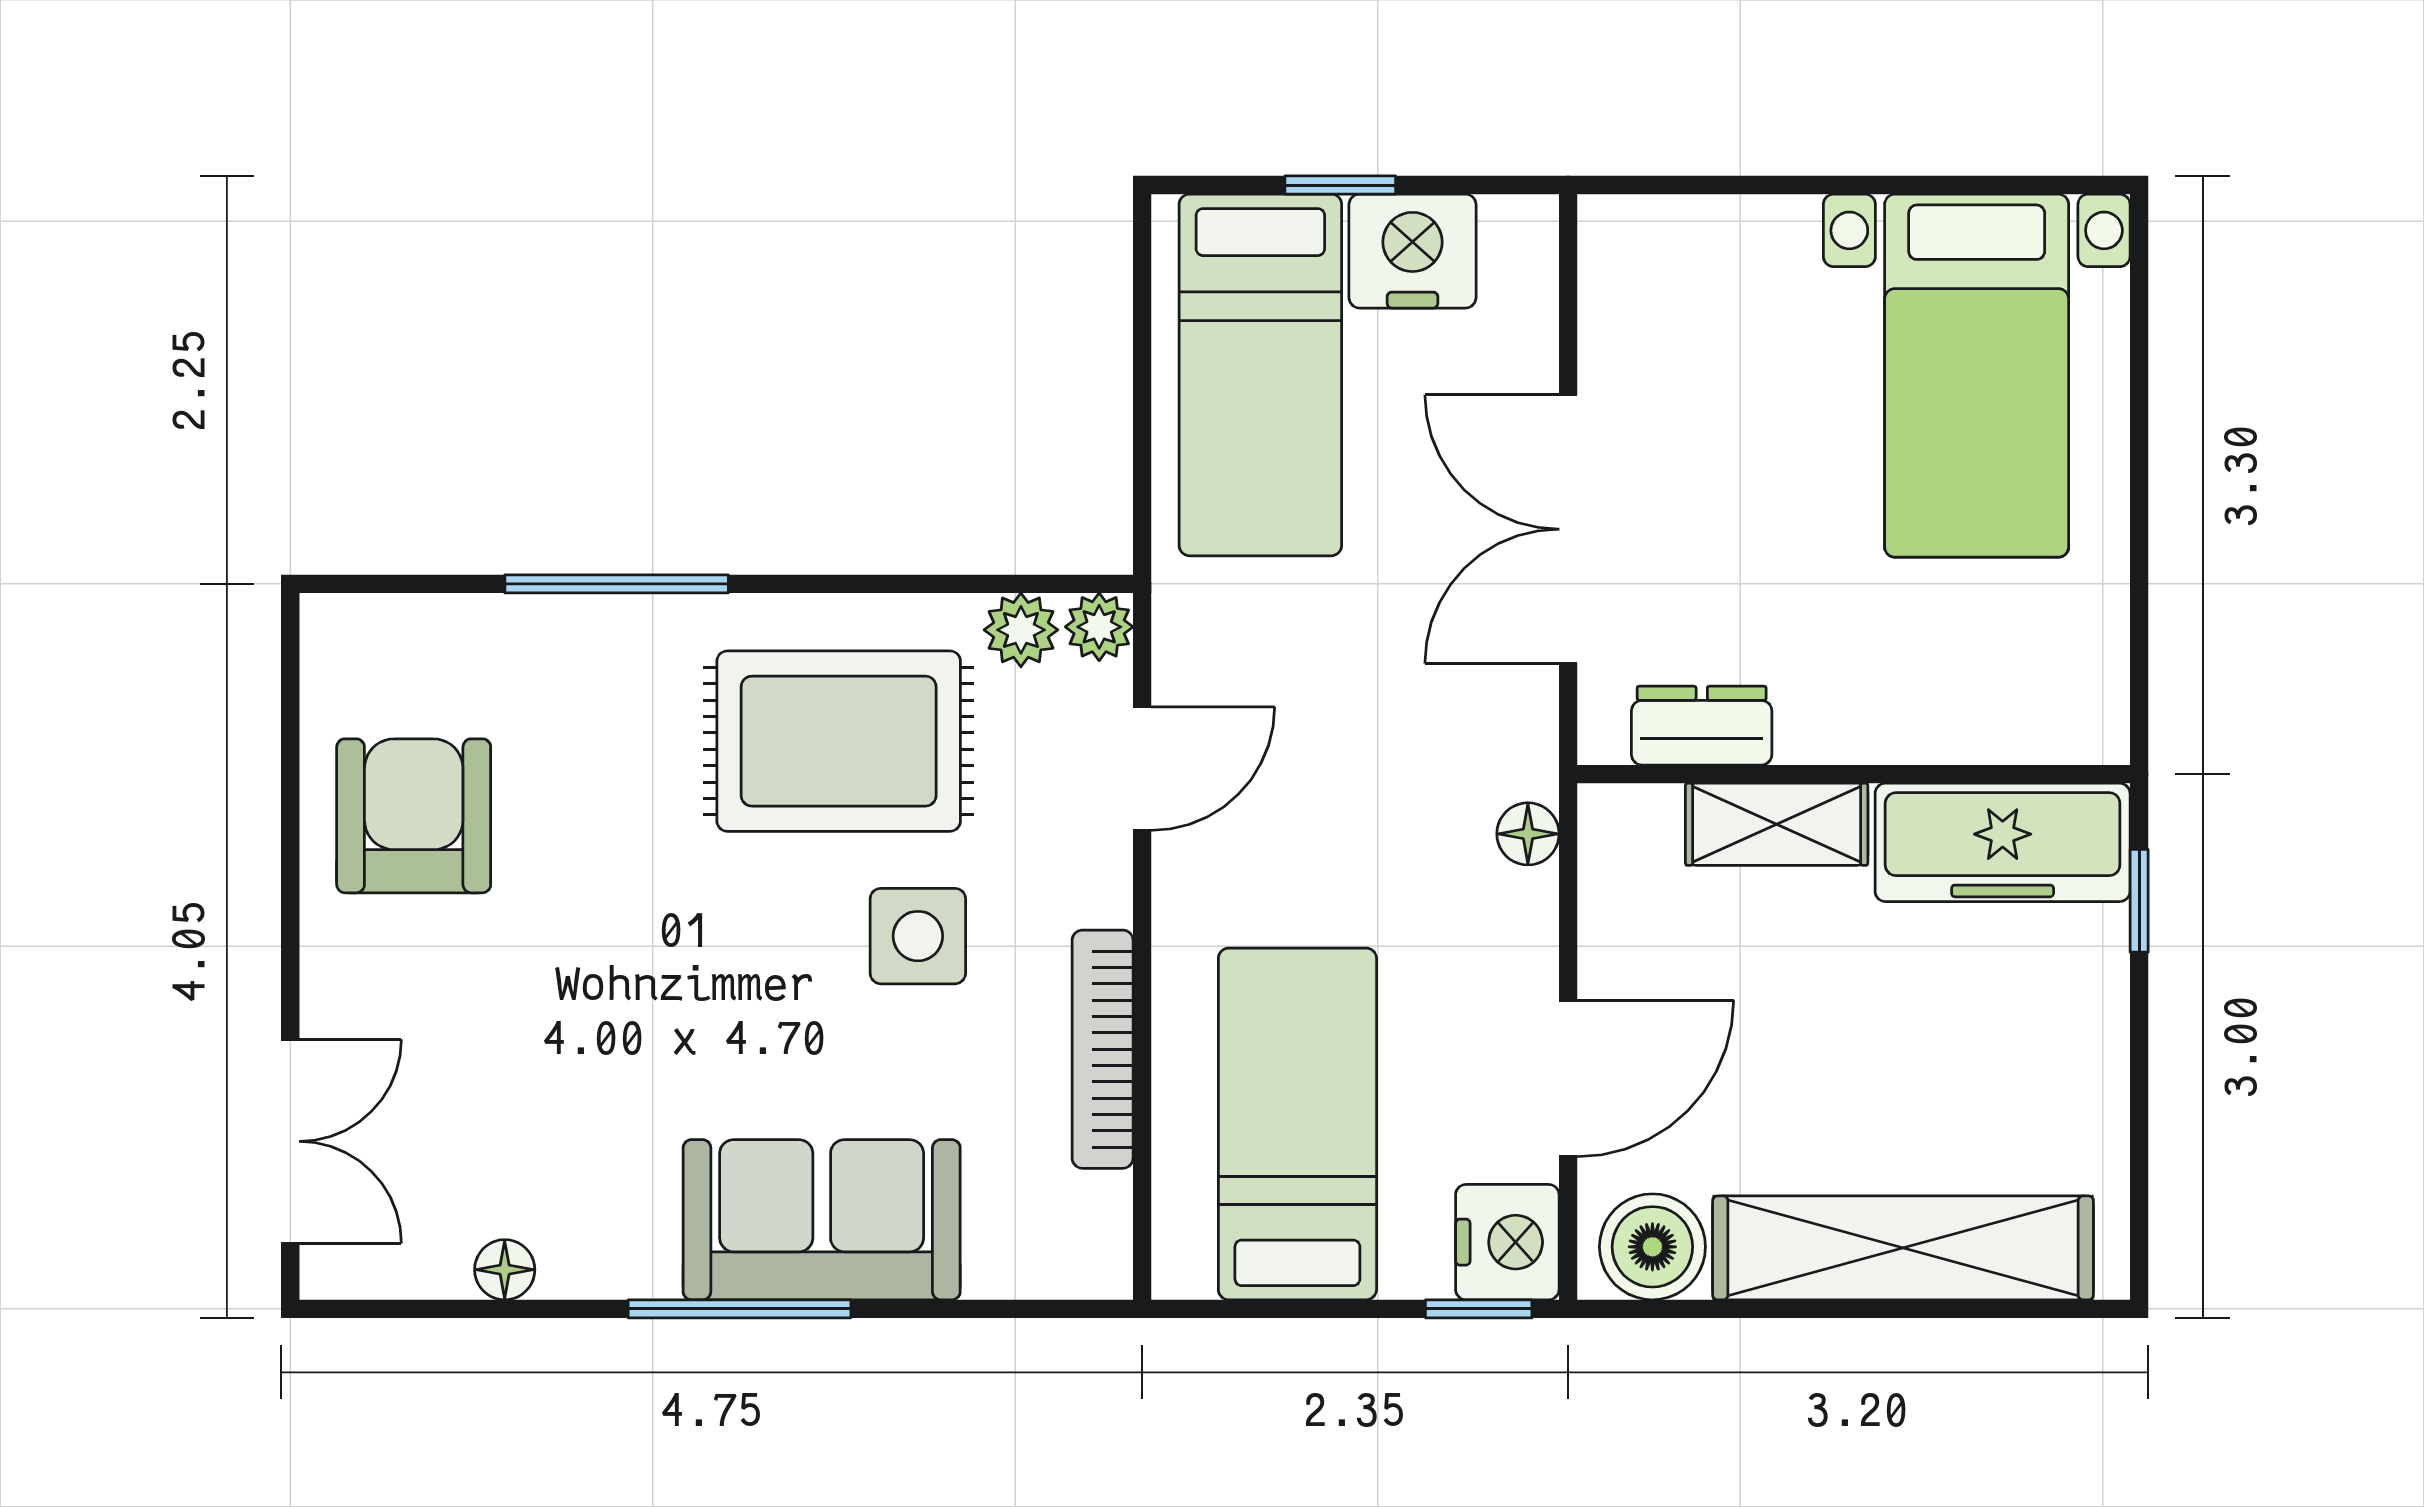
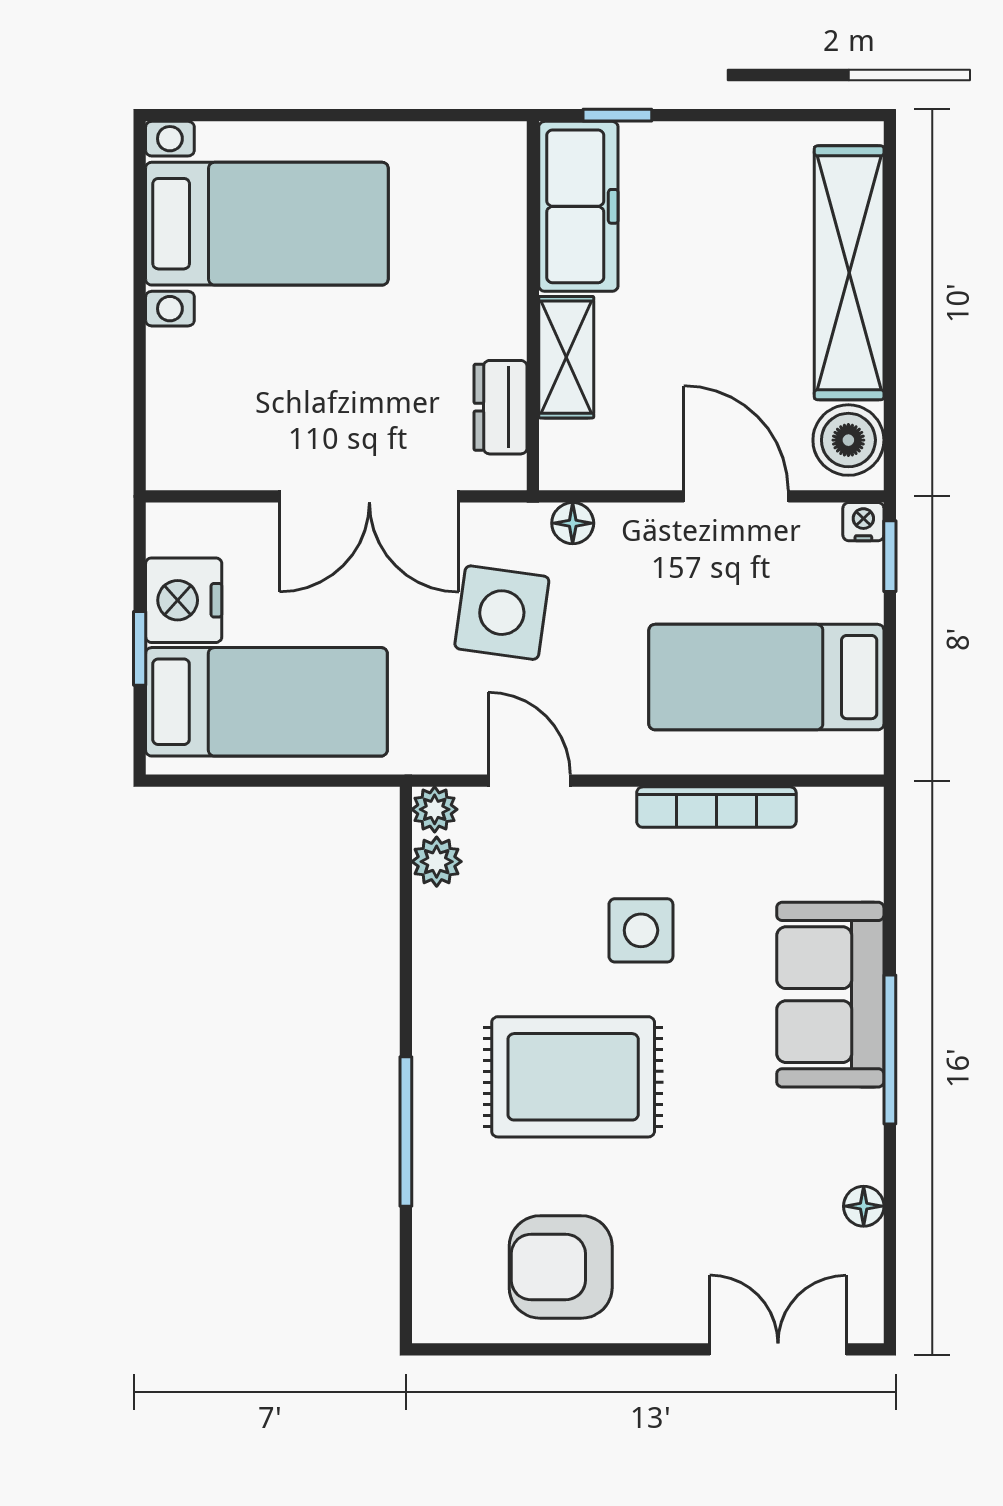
side table: (1394, 728) -> (502, 613), added
rug: (839, 741) -> (573, 1077), moved, turned 90
nightstand: (1507, 1242) -> (863, 522), width x0.53, depth x0.56

